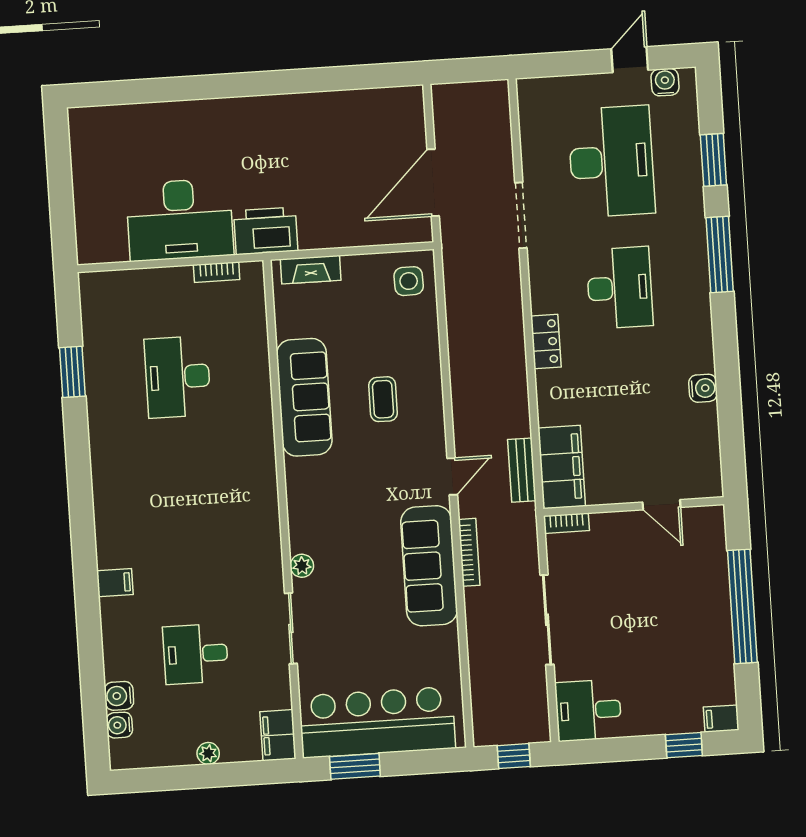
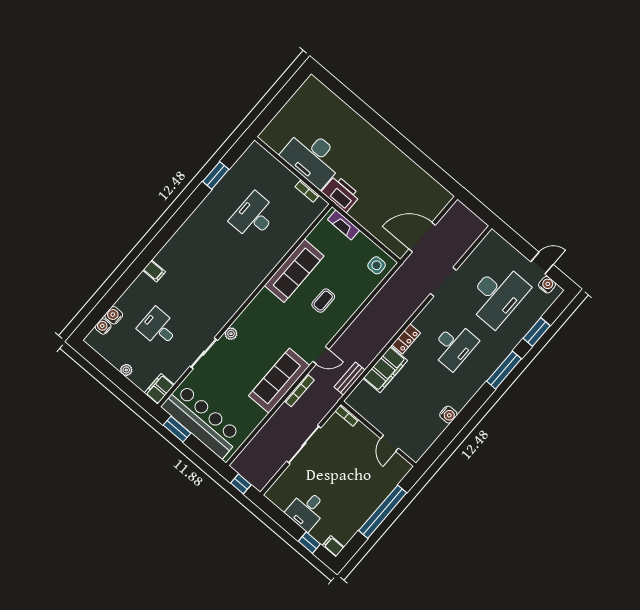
filing cabinet: (562, 467) -> (385, 369), moved
desk: (588, 710) -> (307, 510), moved, turned -90

